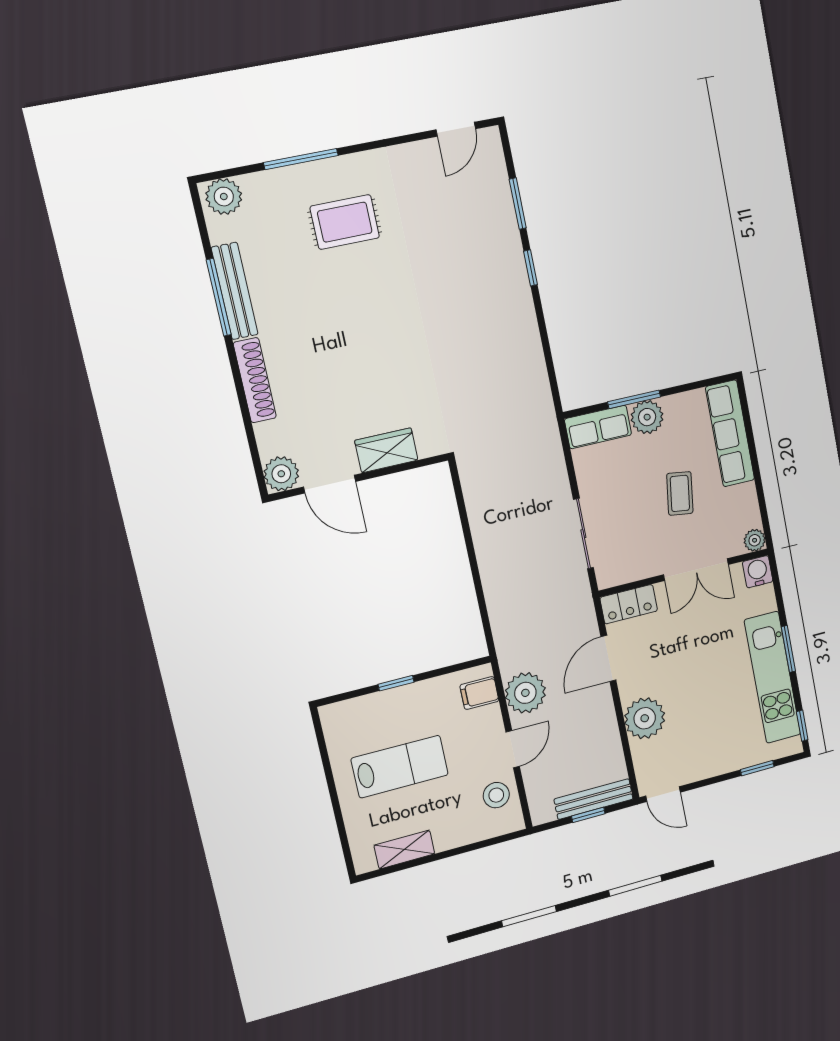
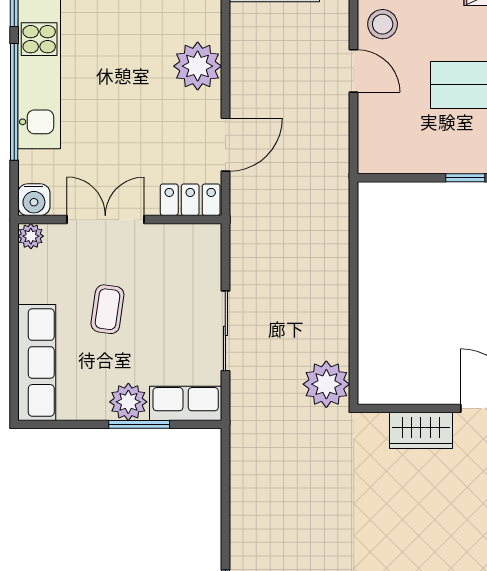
sliding door: (583, 534) -> (225, 331), moved
window: (788, 649) -> (14, 102), width x2.11
filing cabinet: (479, 693) -> (377, 143), removed
plant: (525, 693) -> (326, 384), moved
door: (513, 749) -> (354, 71), swing flipped

